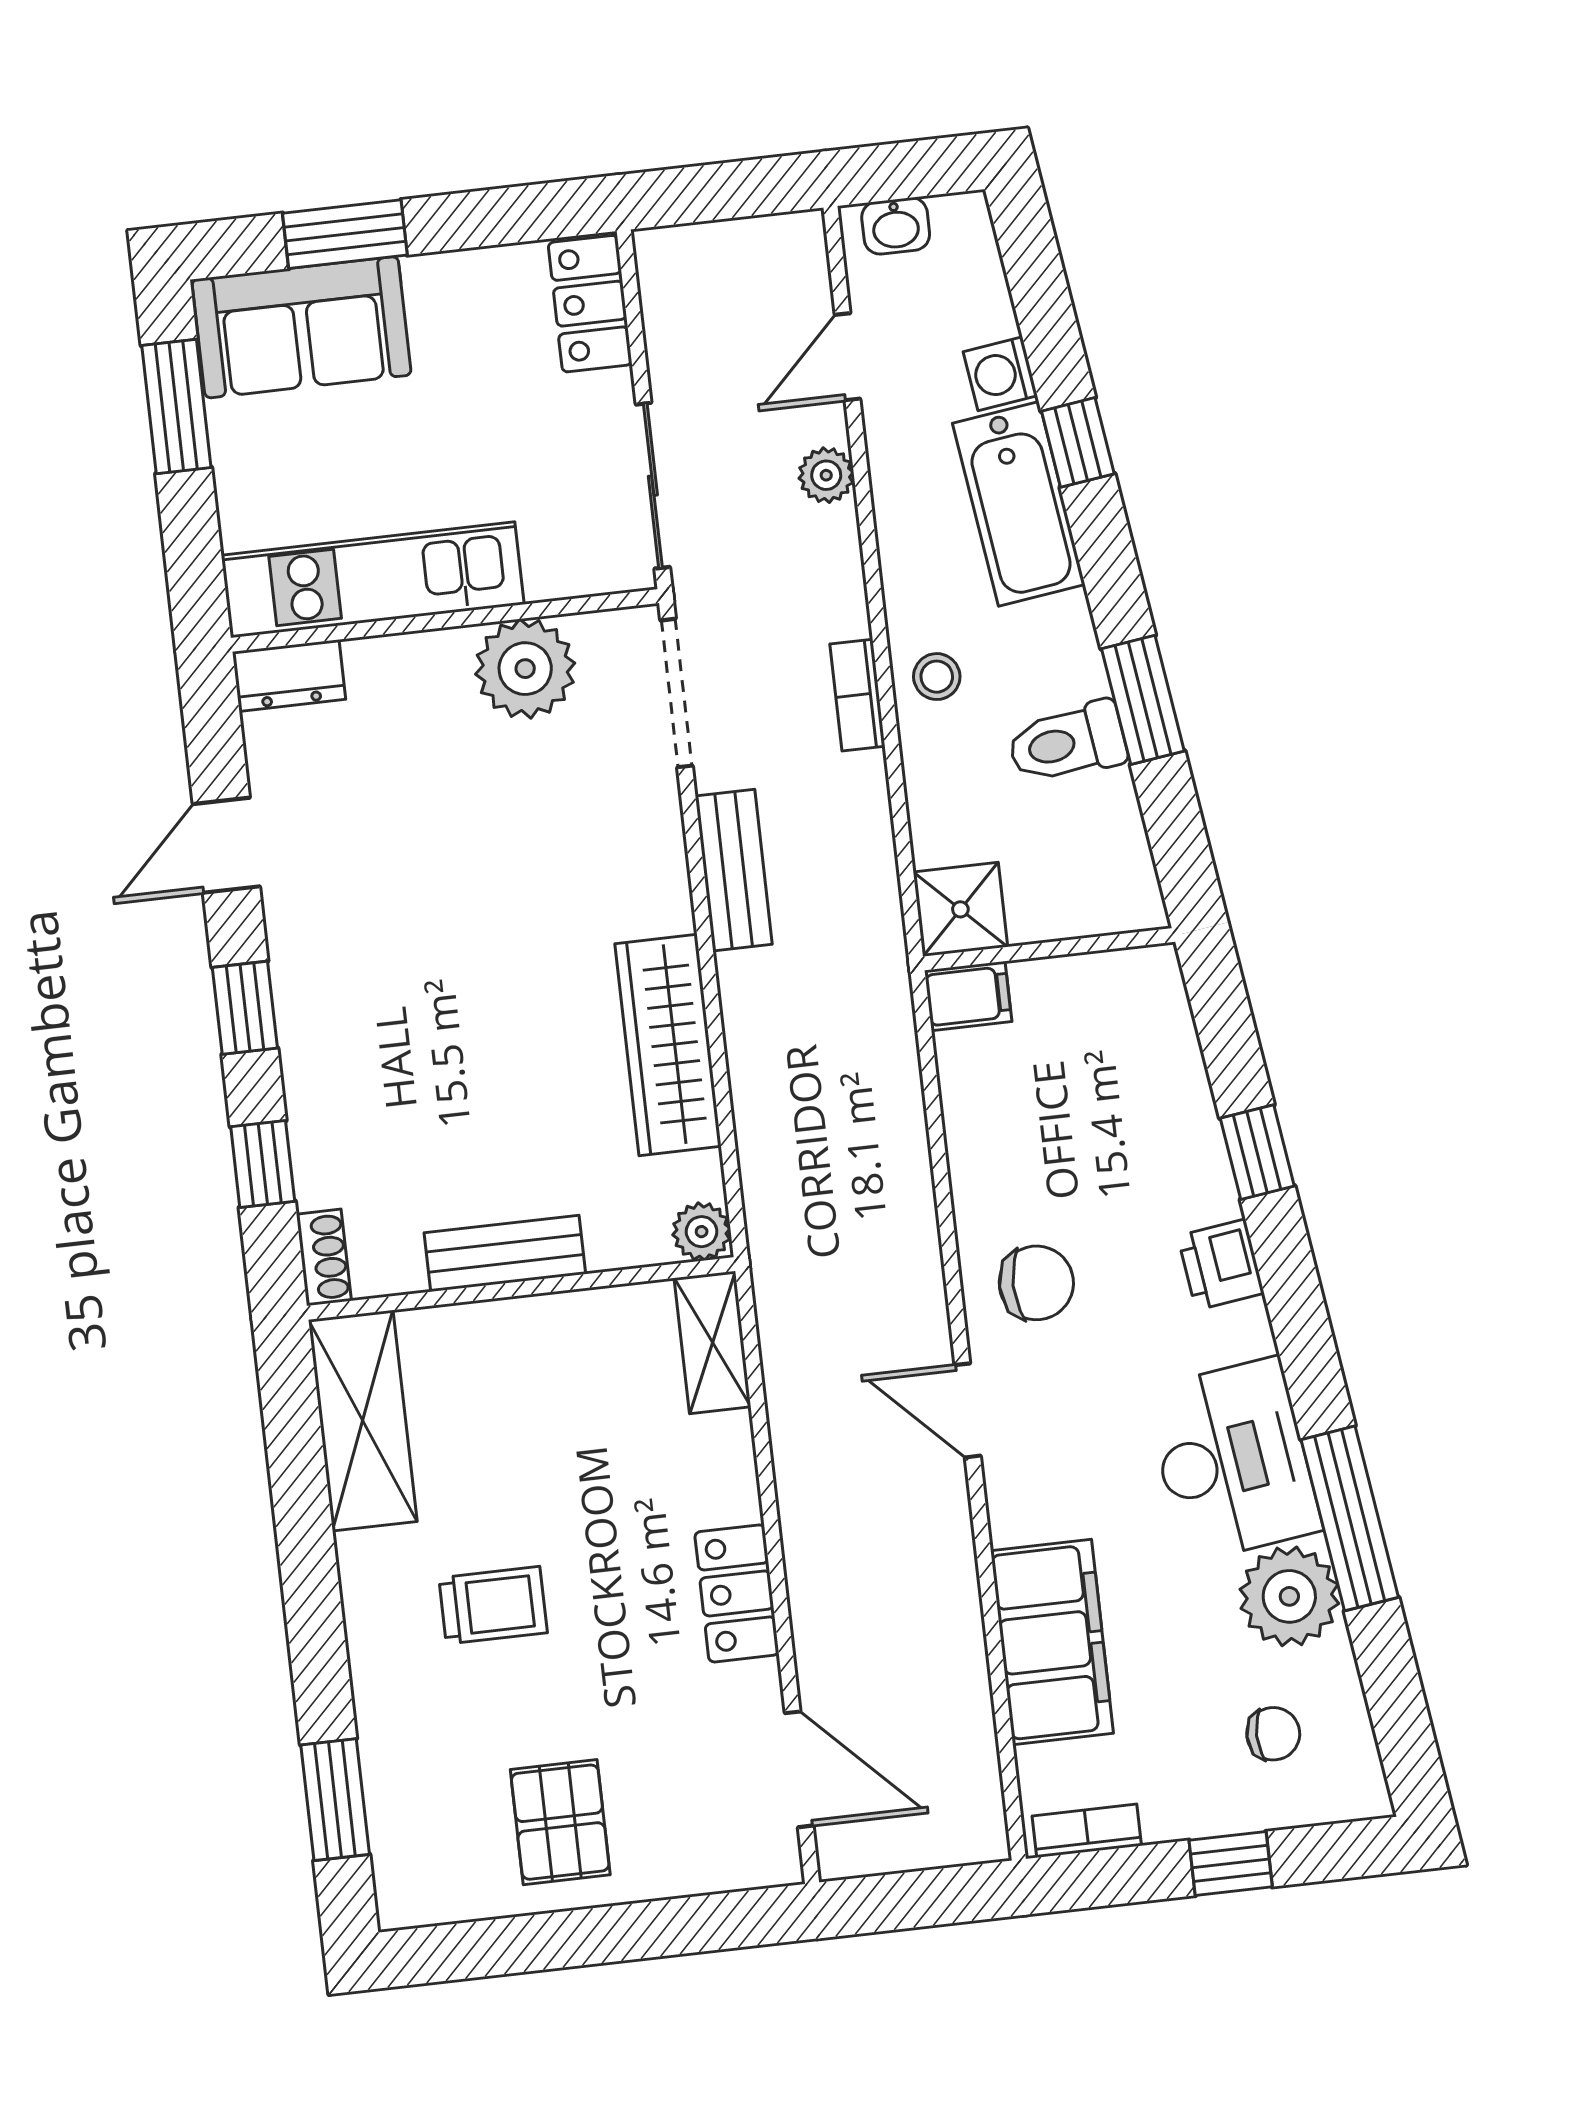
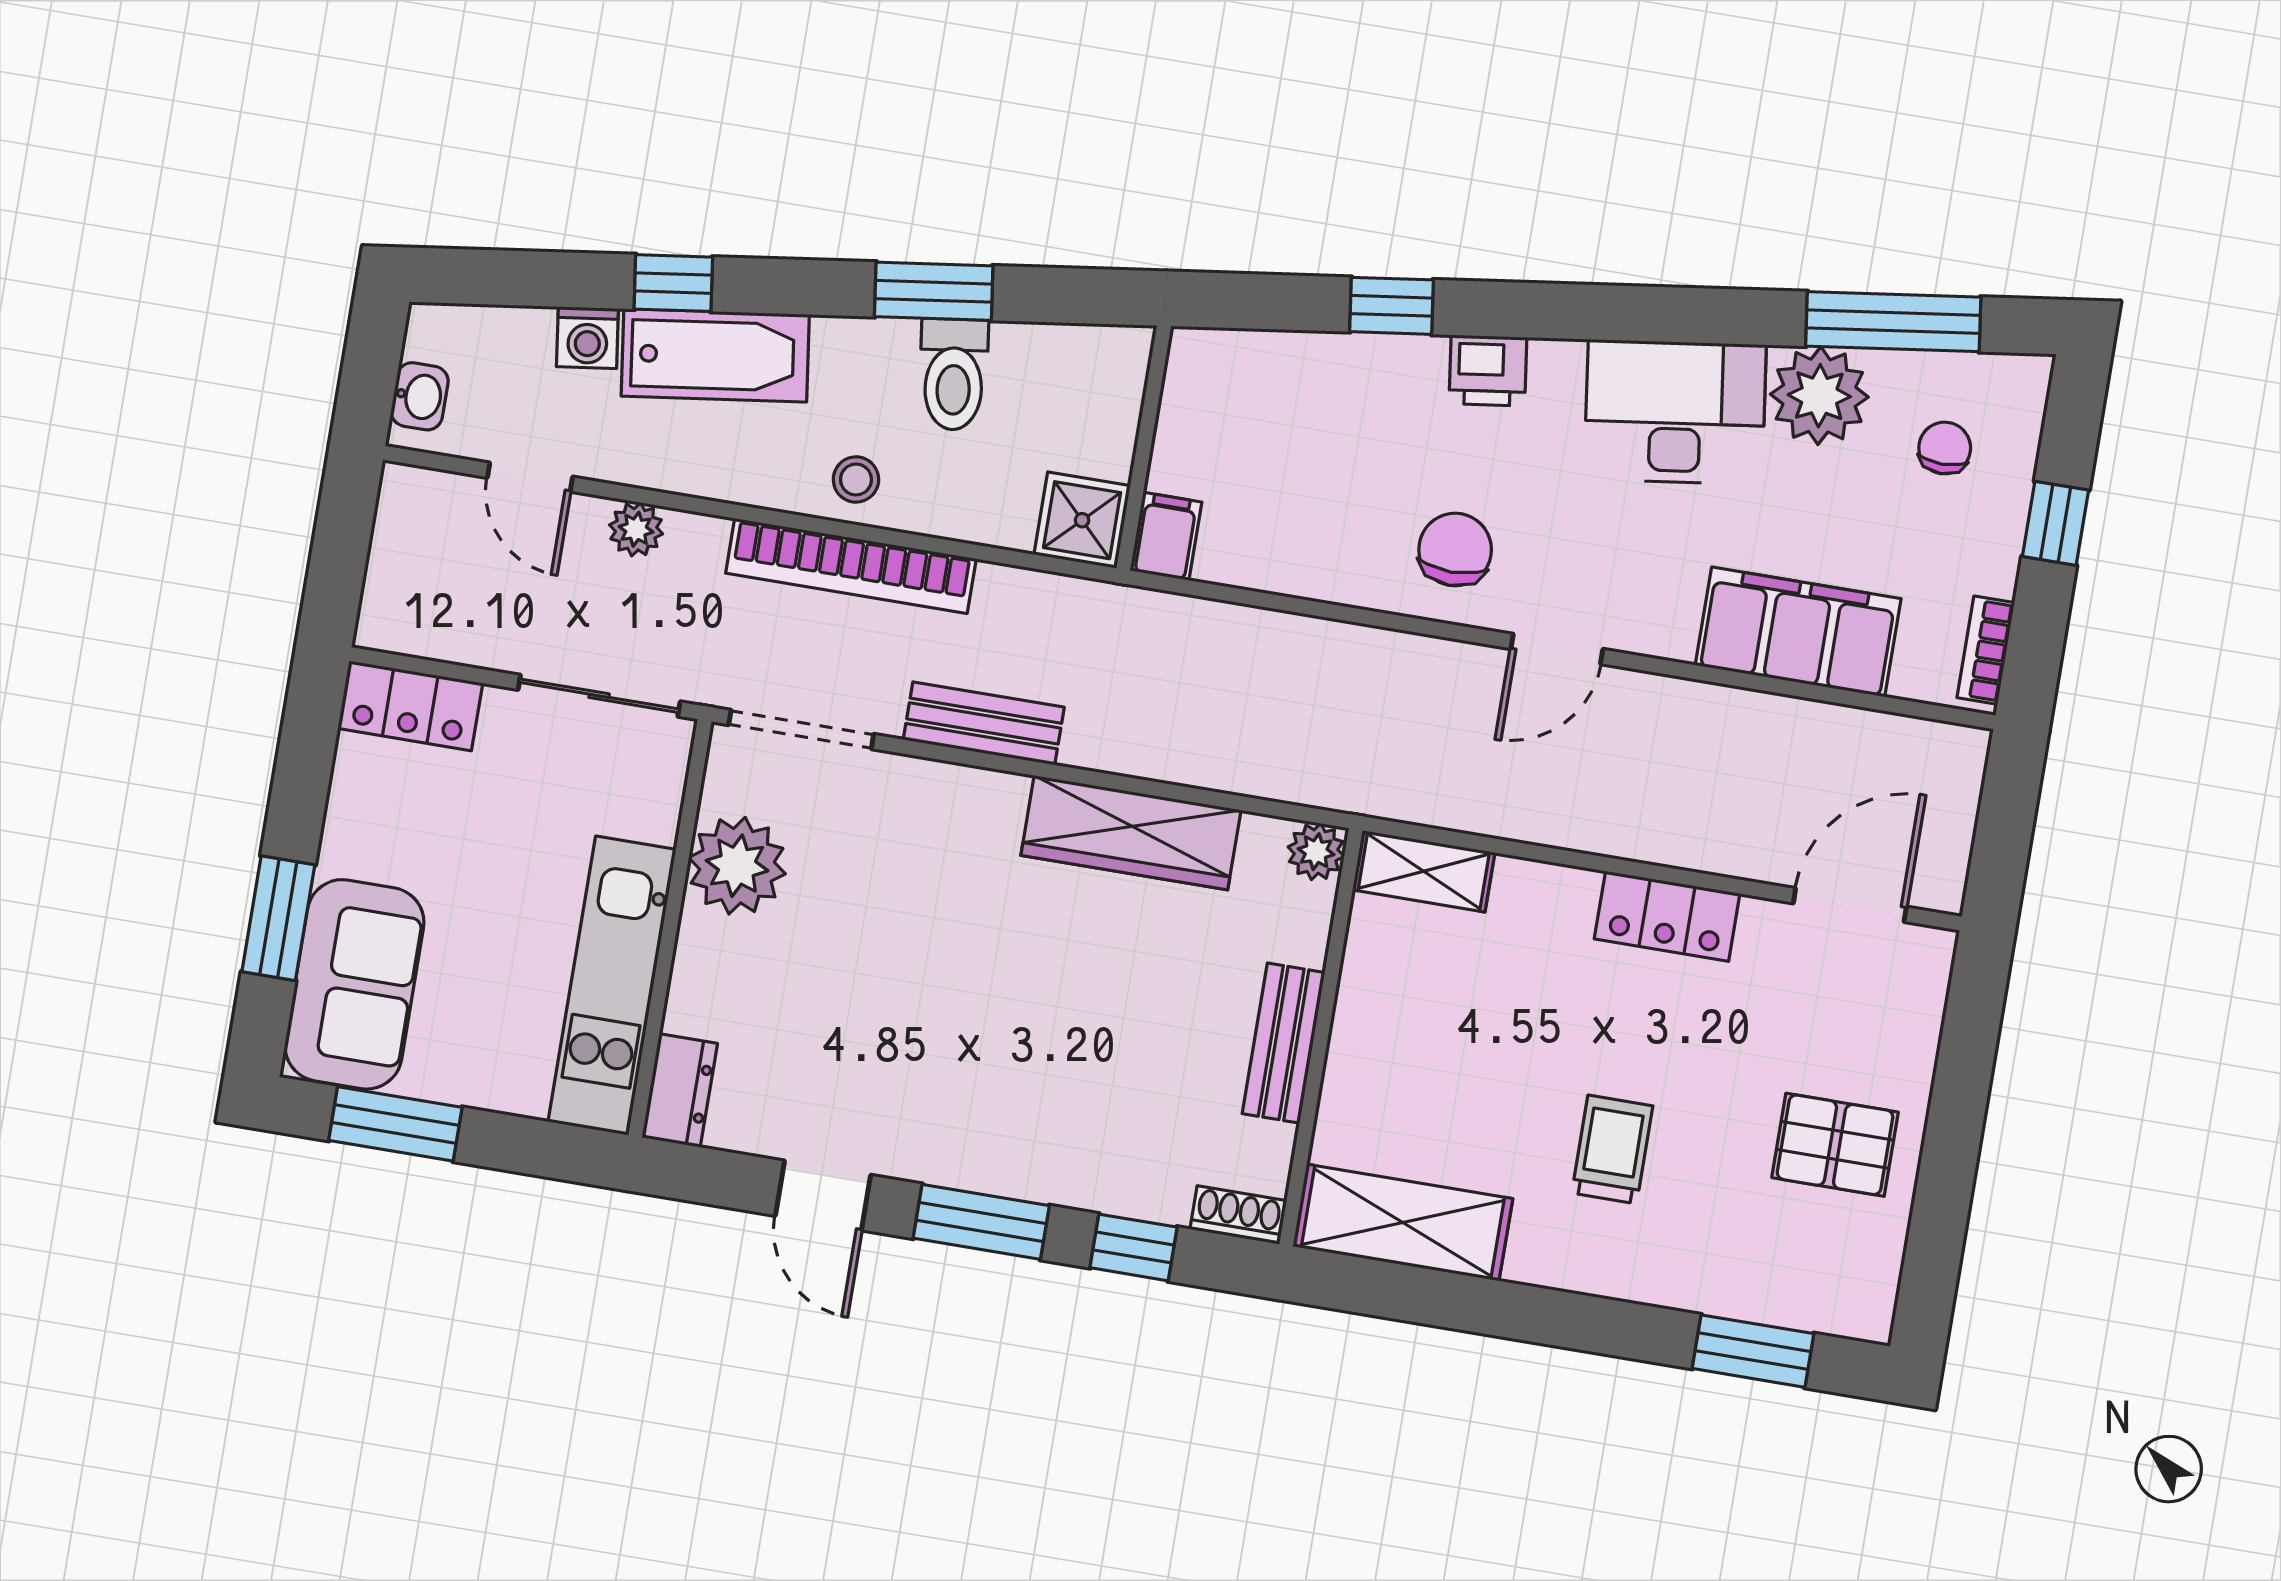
bookcase: (857, 695) -> (851, 566), width x2.31, depth x1.31
window: (245, 1008) -> (981, 1222), width x1.50
window: (1350, 1518) -> (1893, 322), moved

